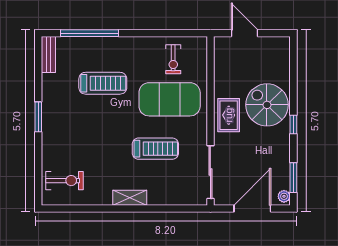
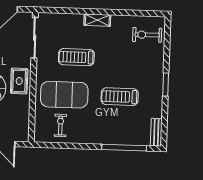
treadmill: (103, 83) -> (120, 97), moved

